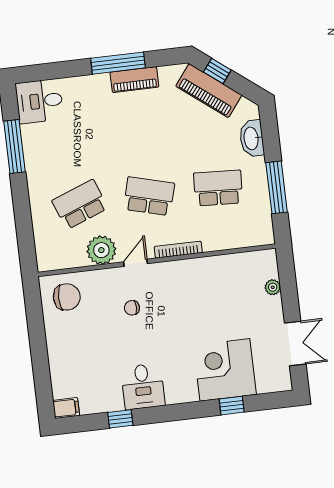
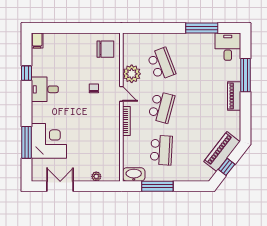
window: (118, 63) -> (245, 75), moved
window: (217, 71) -> (227, 167), moved
piano: (134, 80) -> (234, 96), moved
washbasin: (252, 138) -> (134, 174), moved
chair: (67, 297) -> (105, 49), turned -90
double door: (295, 343) -> (60, 186), swing flipped
window: (232, 406) -> (26, 142), width x2.17

